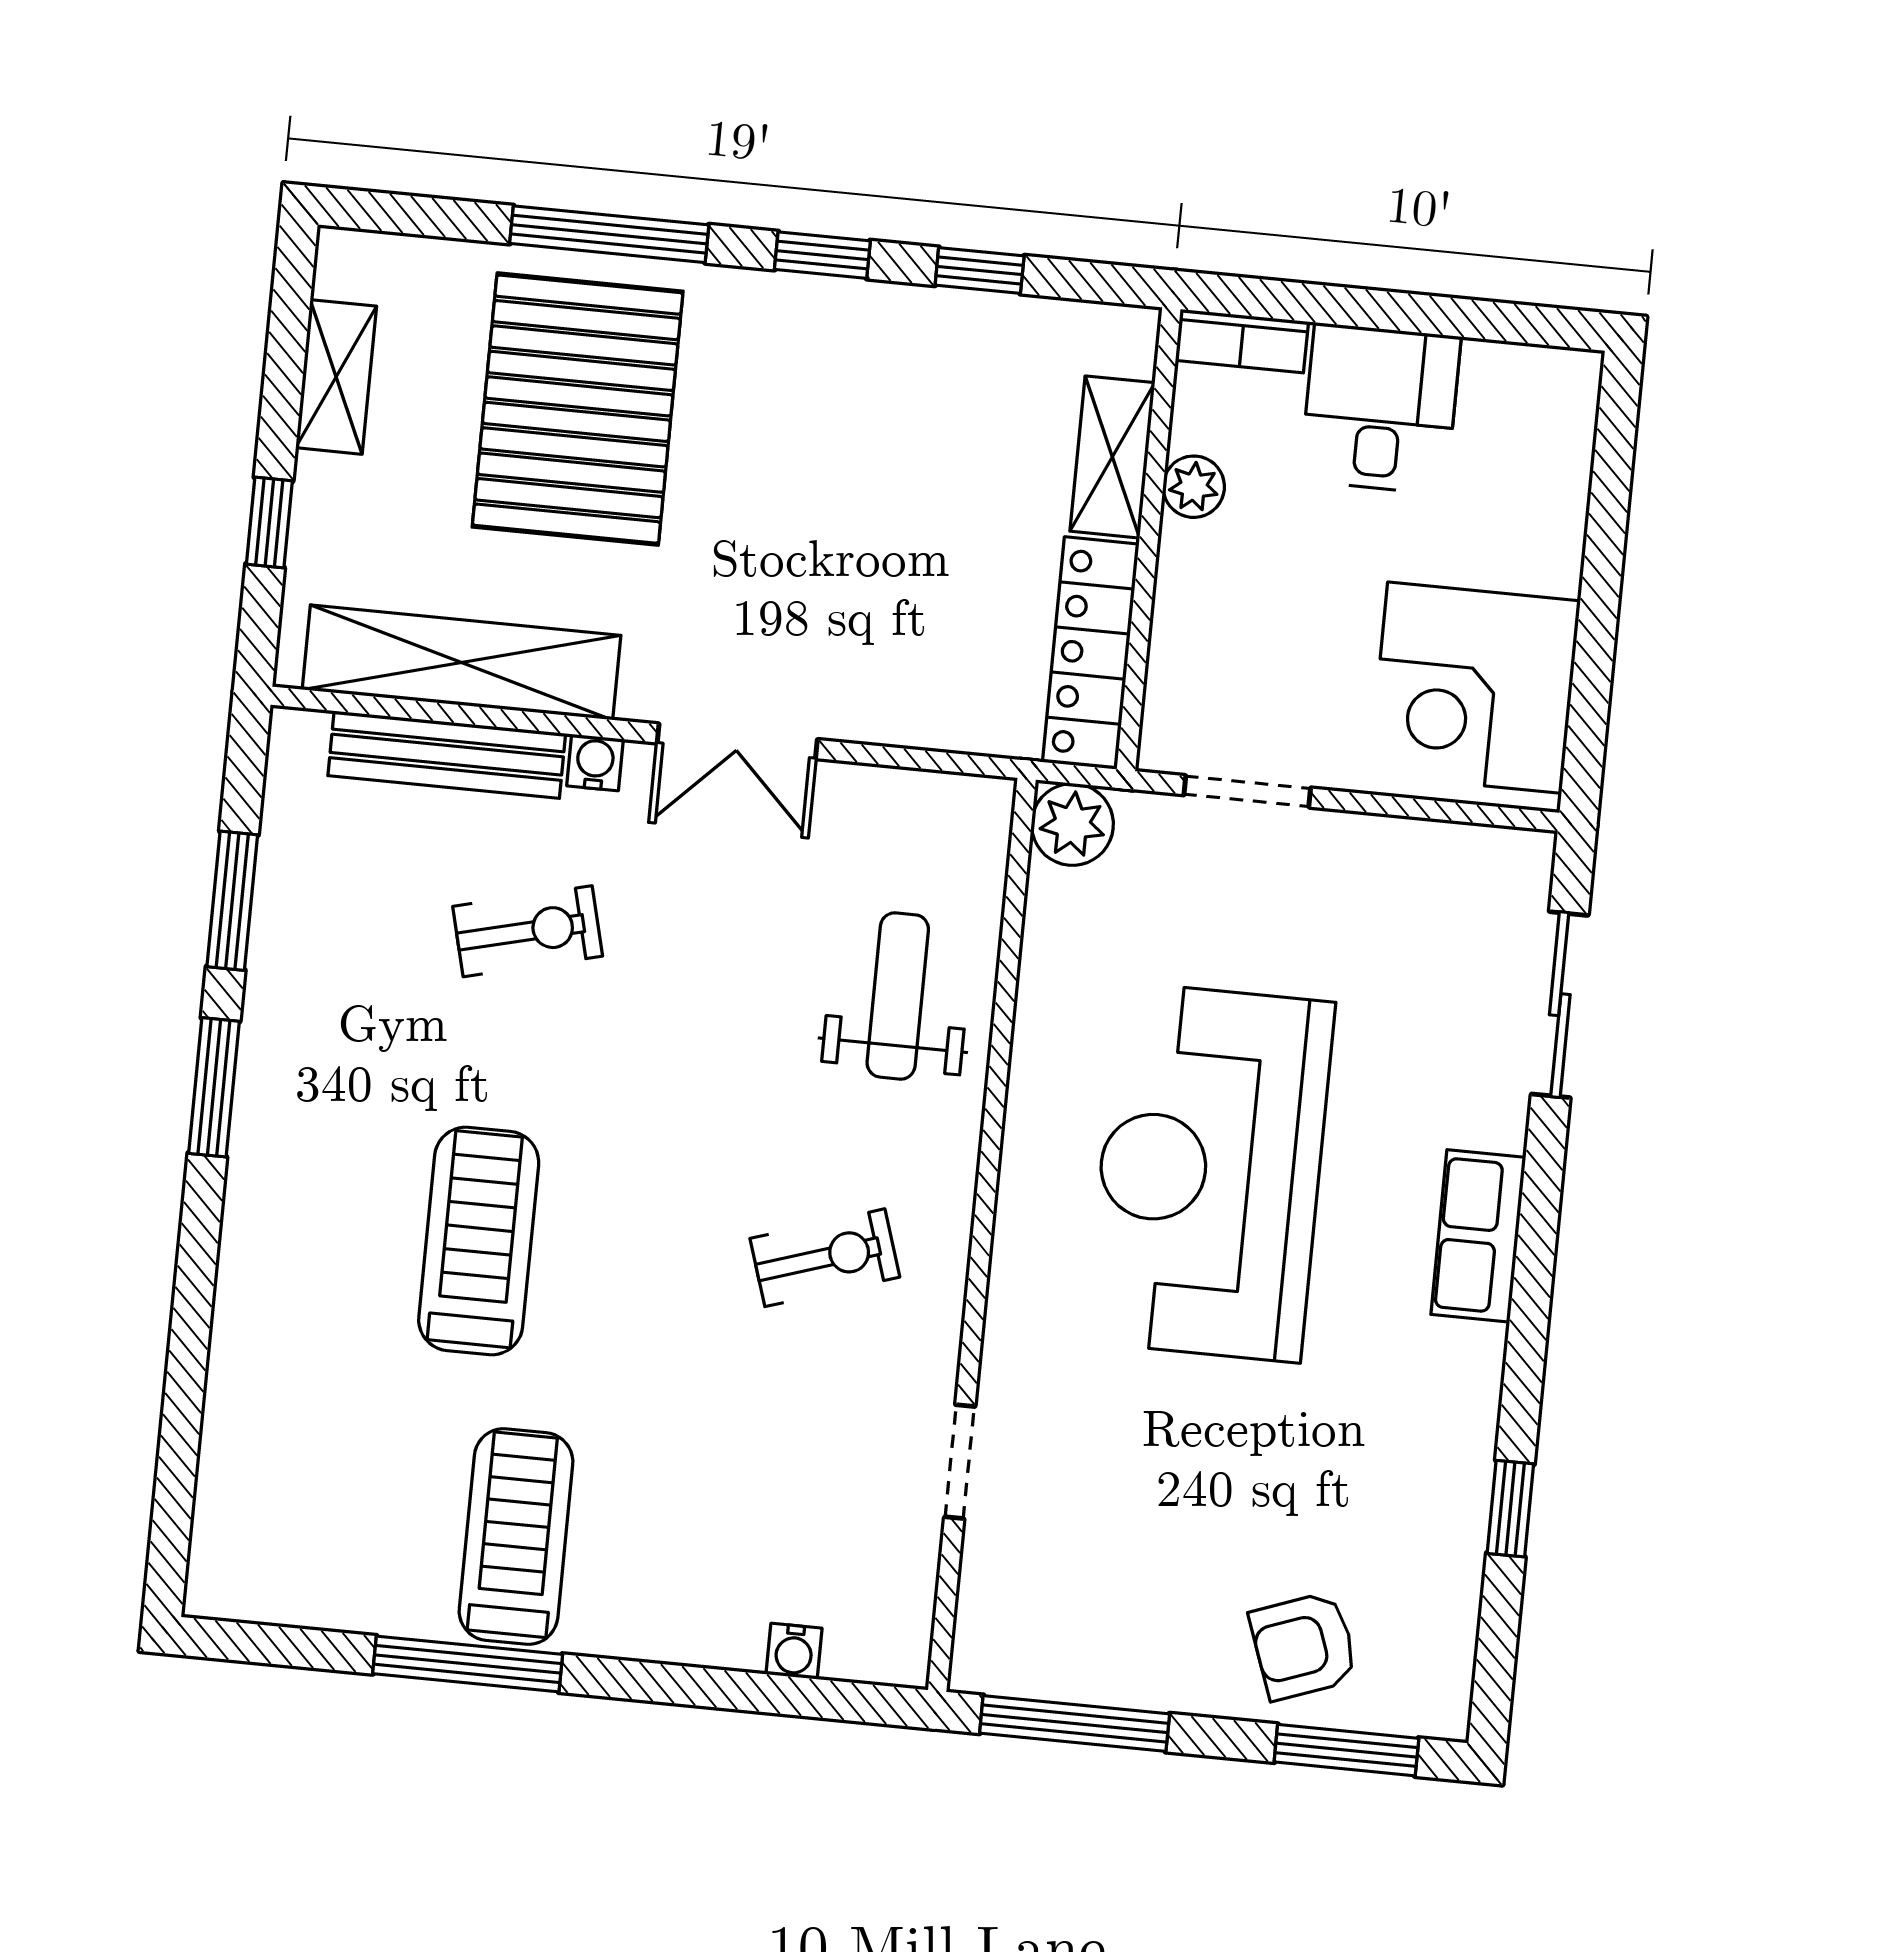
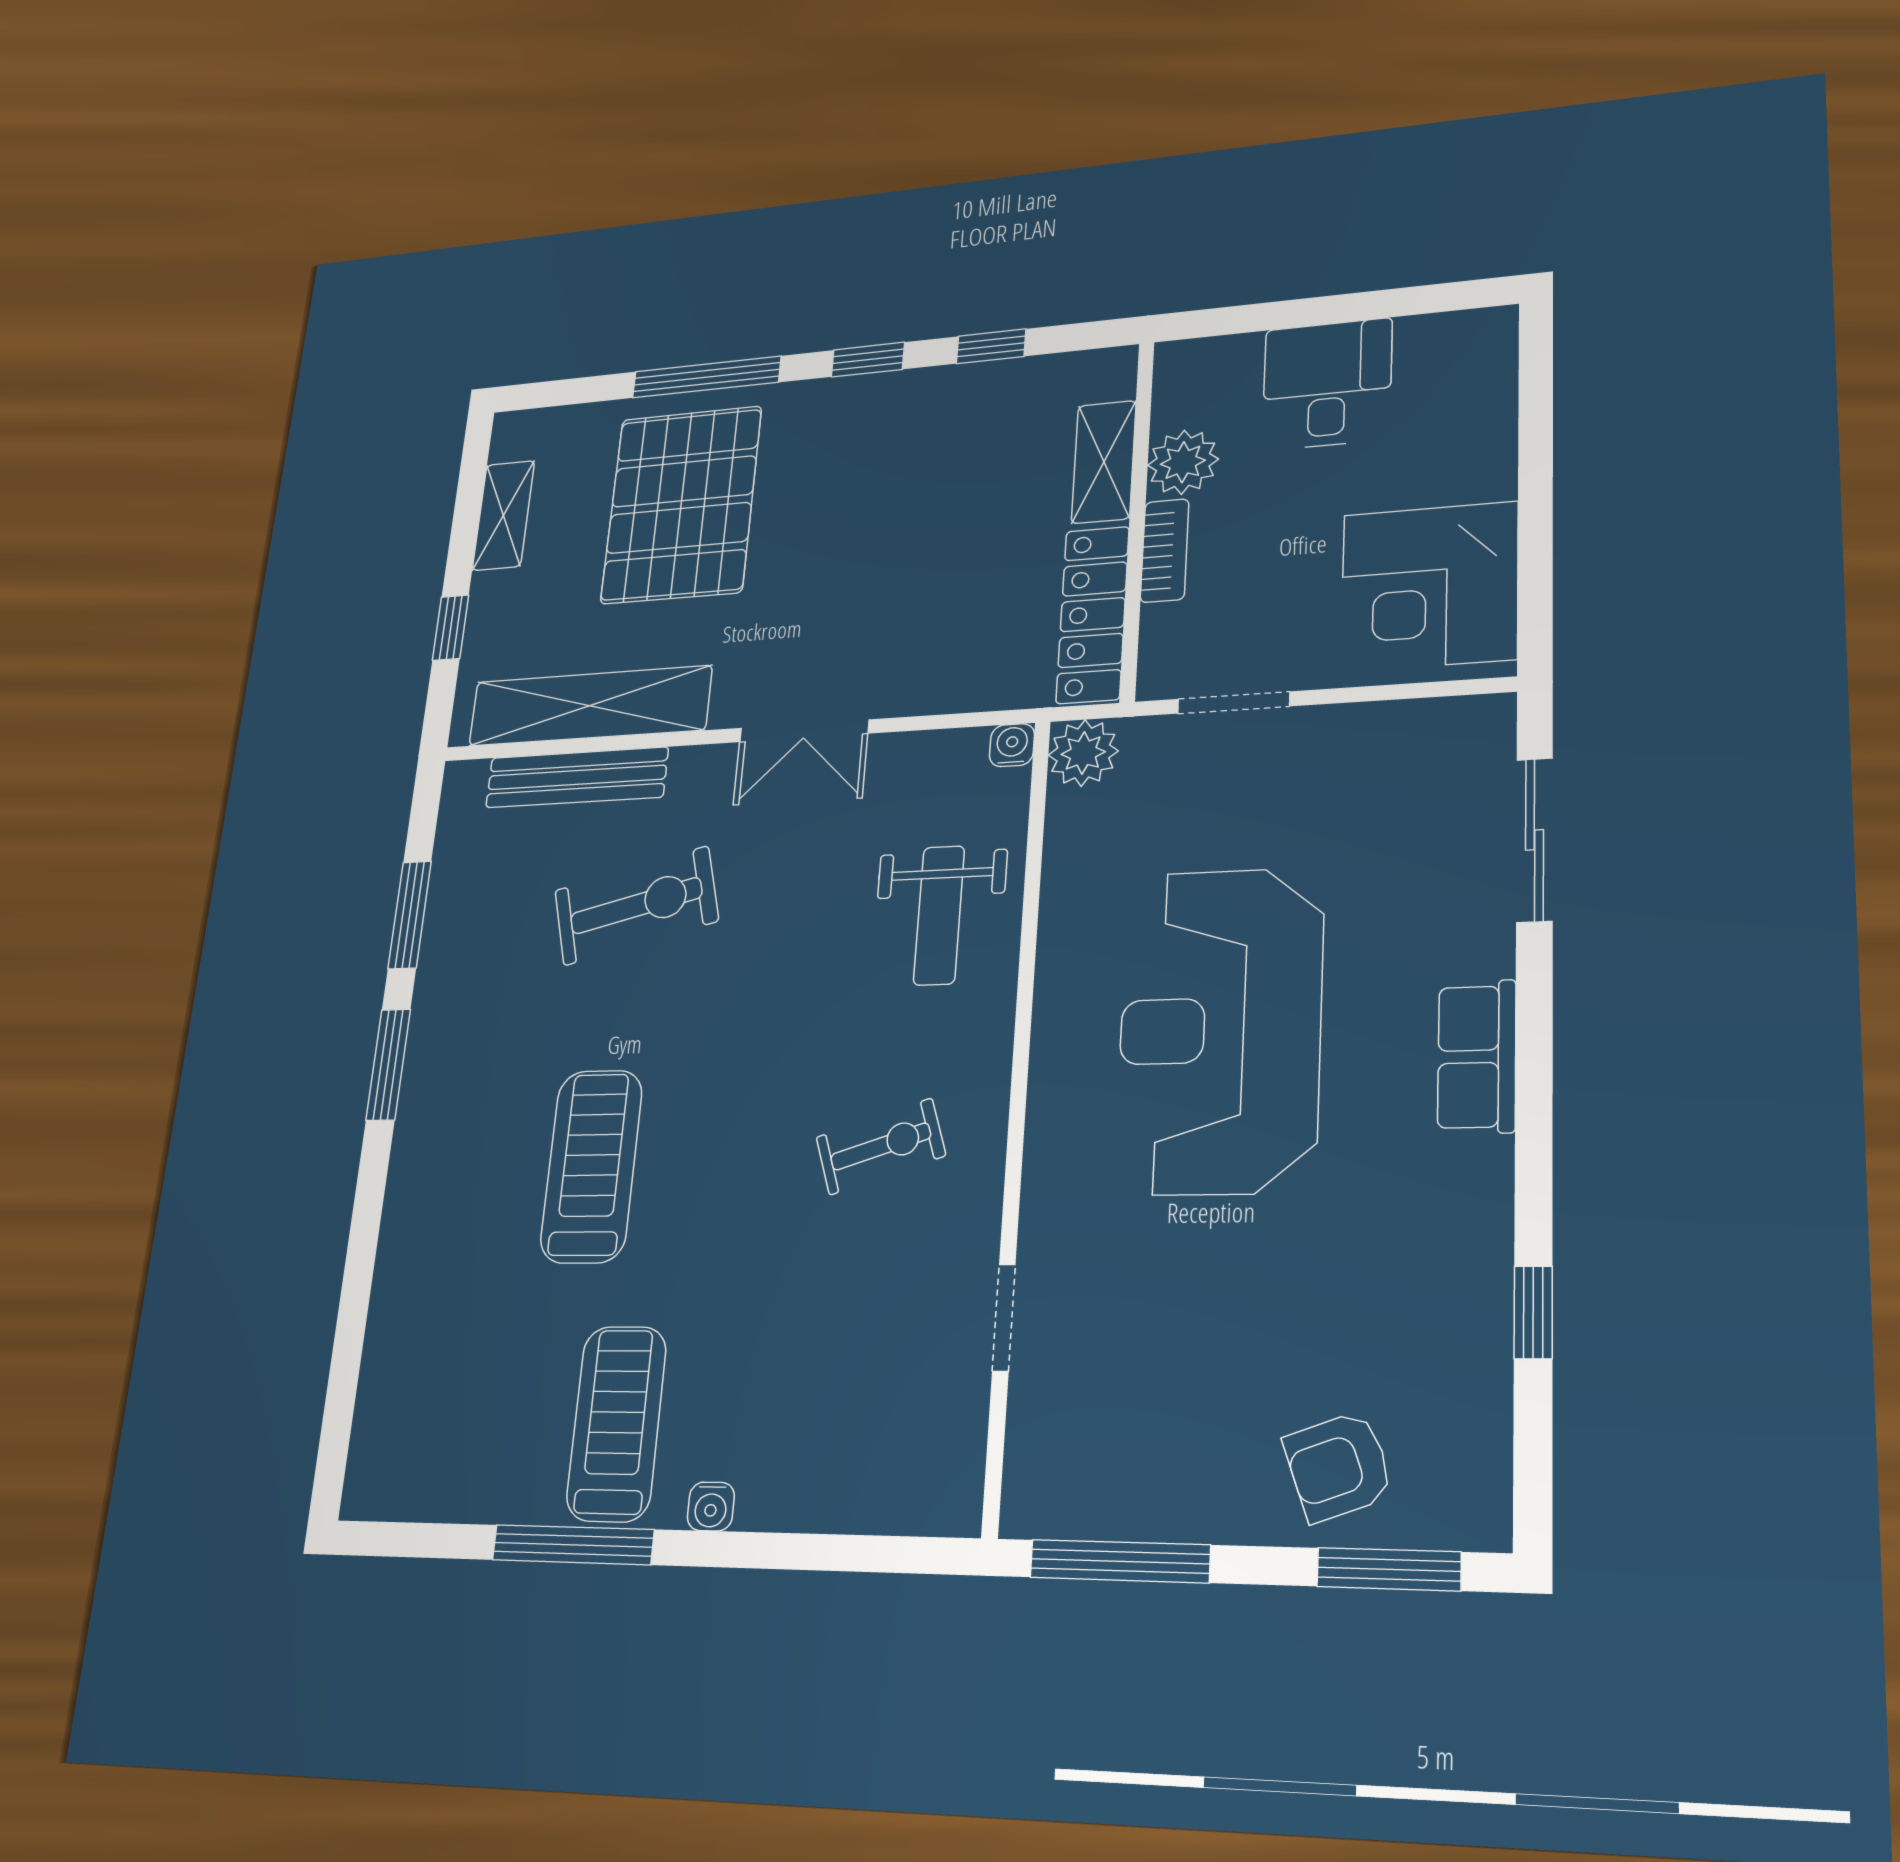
bookcase: (1242, 341) -> (1165, 551), moved, turned -90
plant: (1194, 487) -> (1183, 462), width x1.38, depth x1.38
water cooler: (595, 763) -> (1012, 745), moved
exercise bike: (528, 931) -> (636, 906), width x1.38, depth x1.39
weight bench: (898, 996) -> (939, 915), turned 180
water cooler: (794, 1651) -> (711, 1506), moved

